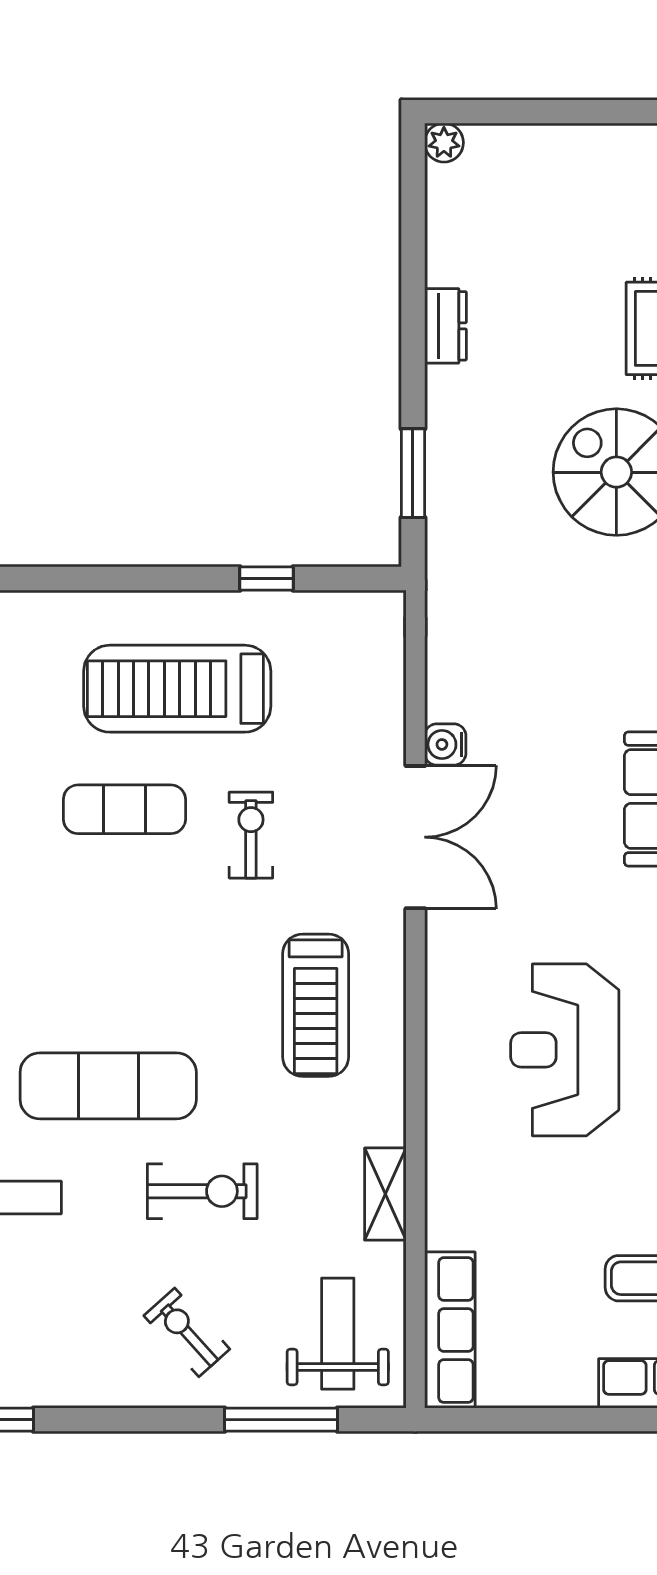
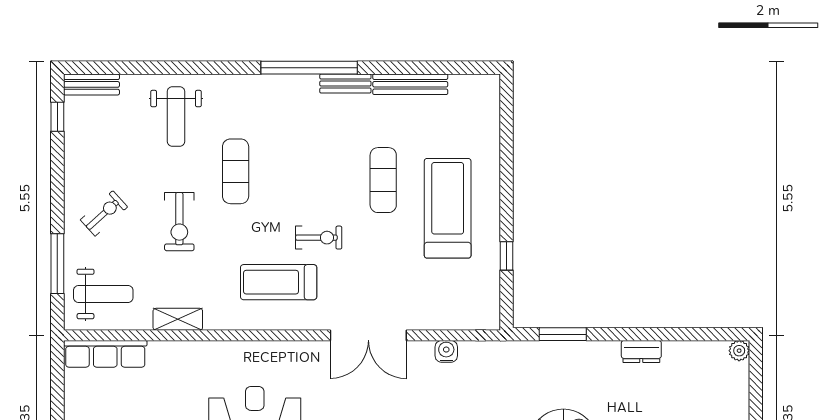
water cooler: (445, 744) -> (446, 351), moved
exercise bike: (251, 835) -> (319, 238), moved
exercise mat: (108, 1086) -> (236, 171), width x0.73, depth x0.69

